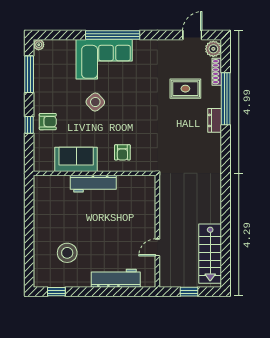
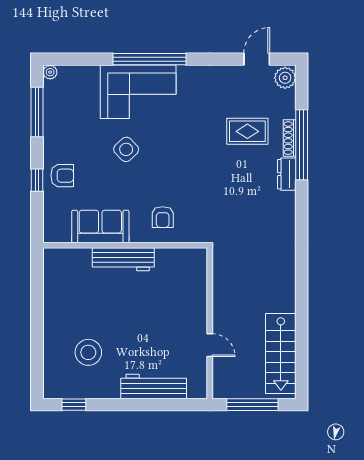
shoe rack: (217, 72) -> (290, 138), moved
door: (157, 247) -> (210, 345), swing flipped
window: (189, 292) -> (252, 405), width x2.17

